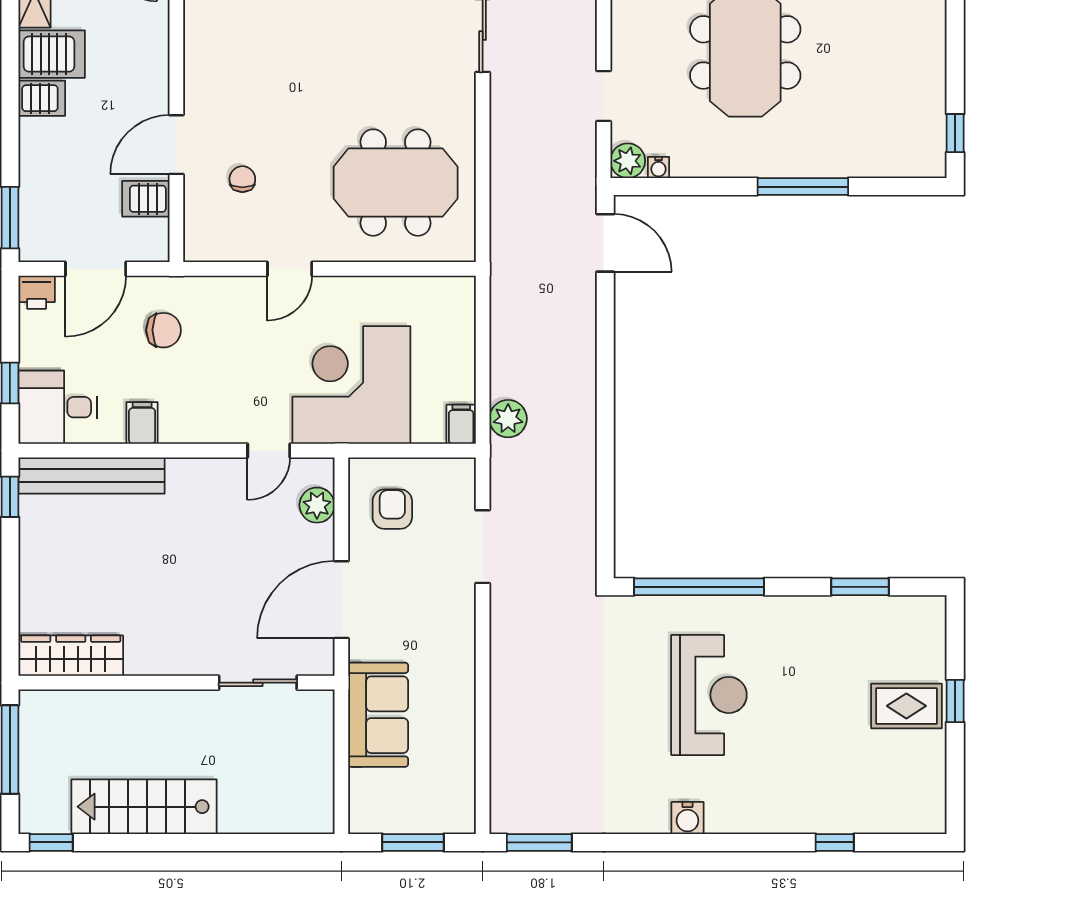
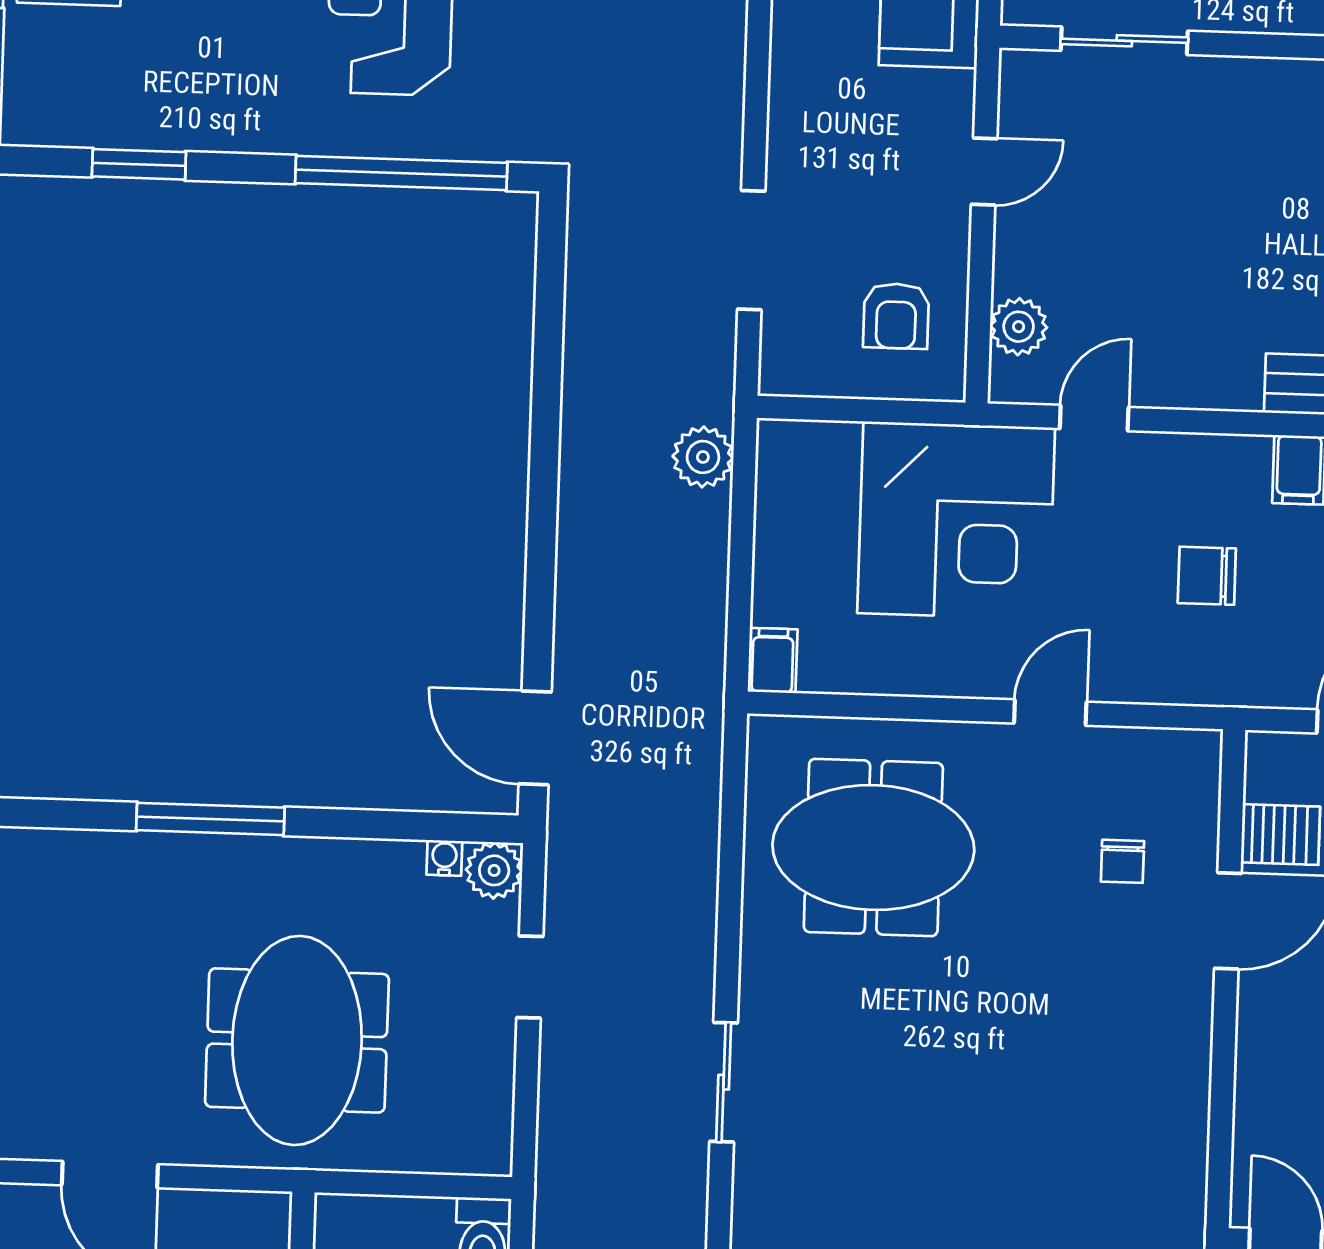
chair: (164, 330) -> (1207, 576), moved
filing cabinet: (461, 424) -> (773, 660), moved, turned 180
door: (341, 600) -> (984, 172), width x0.53

